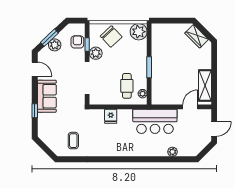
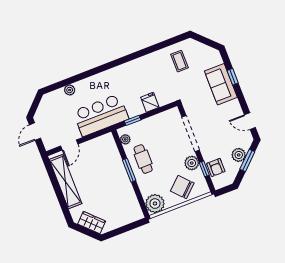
cafe table: (127, 86) -> (143, 159), moved
shelving: (205, 86) -> (66, 182), width x1.47
sofa: (47, 96) -> (221, 84), moved
window: (131, 107) -> (133, 120), added

